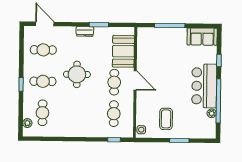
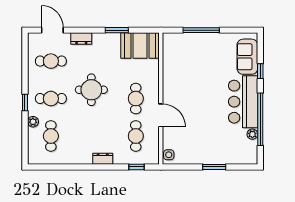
dresser: (85, 31) -> (81, 39), moved
sofa: (202, 37) -> (247, 57), moved, turned 90
booth: (123, 51) -> (140, 46), moved, turned 90
door: (135, 80) -> (161, 115), moved
coffee table: (166, 119) -> (198, 141), removed
plant: (27, 123) -> (33, 122), moved
dresser: (86, 132) -> (103, 159), added

